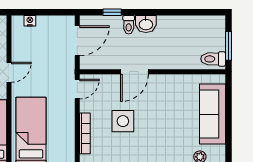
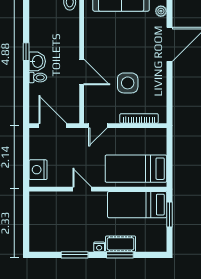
window: (112, 12) -> (26, 52), moved
nightstand: (30, 21) -> (38, 170), width x1.89, depth x1.79
door: (77, 89) -> (98, 126), swing flipped

